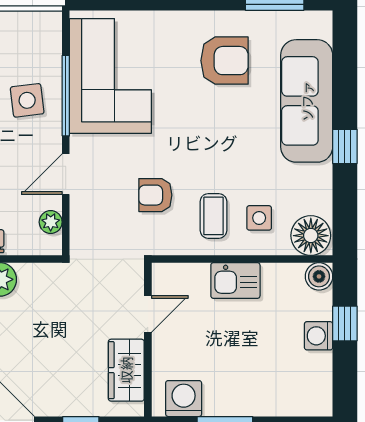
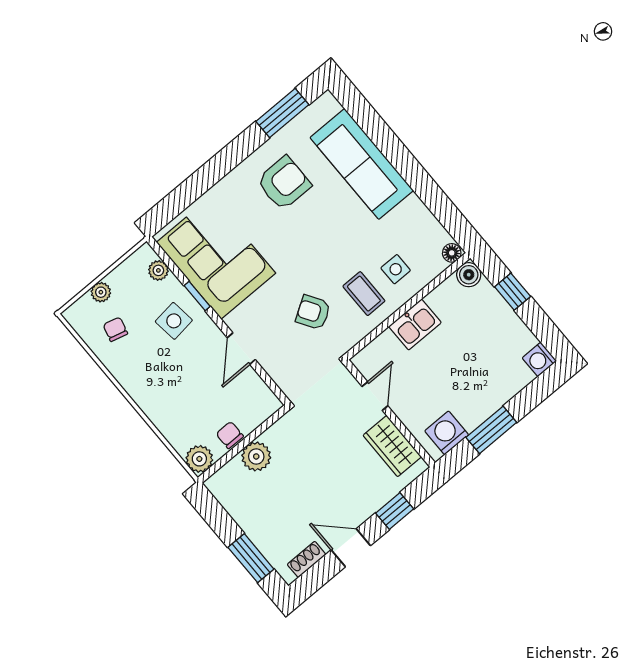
window: (66, 96) -> (197, 296), width x0.46
window: (345, 146) -> (413, 173), removed
armchair: (155, 195) -> (313, 312), turned 58
plant: (51, 222) -> (158, 270), moved
floor lamp: (311, 236) -> (452, 253), width x0.53, depth x0.53
washing machine: (319, 336) -> (539, 359), moved

